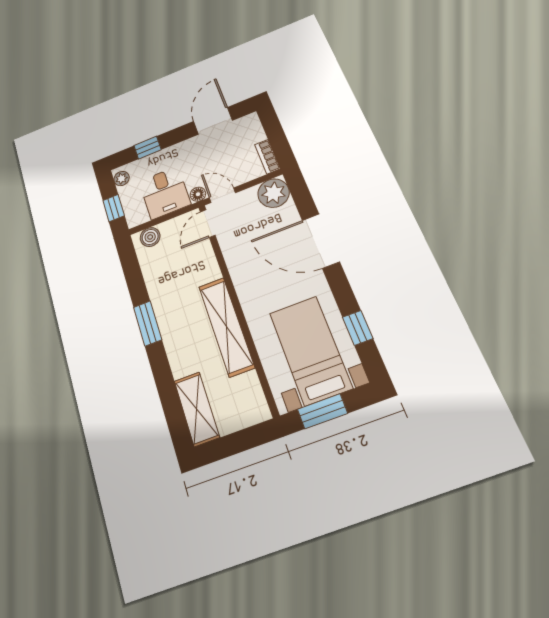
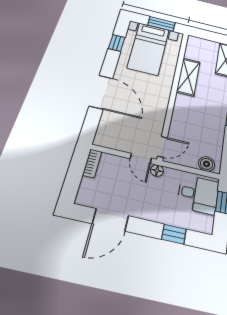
plant: (122, 178) -> (207, 222), removed
desk: (165, 193) -> (198, 194), moved, turned 90
plant: (274, 193) -> (107, 137), removed
shelving: (226, 326) -> (188, 77), width x0.68

